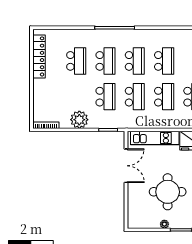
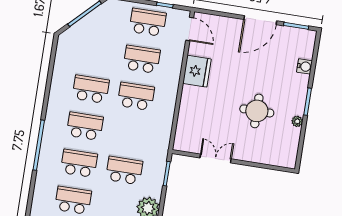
school desk: (135, 97) -> (130, 133), removed
kitchen unit: (155, 138) -> (186, 116), removed
double door: (126, 166) -> (216, 158), width x0.73
round table: (168, 192) -> (257, 111), width x0.73, depth x0.73

